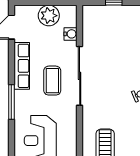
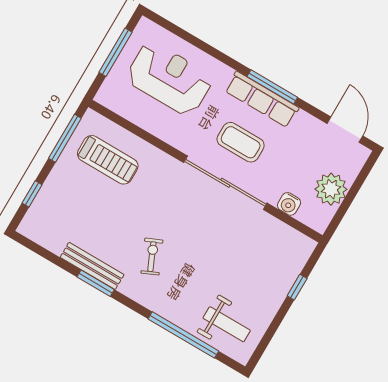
row of seats: (22, 66) -> (262, 99), moved
window: (11, 102) -> (272, 87), moved

